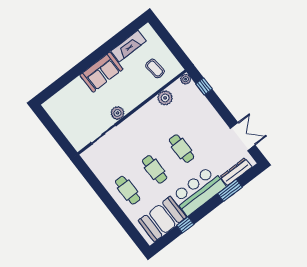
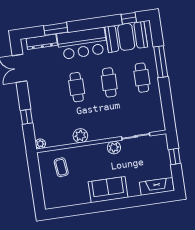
fireplace: (129, 46) -> (157, 186), moved
window: (204, 86) -> (27, 117), moved
plant: (165, 98) -> (80, 136), moved
window: (58, 136) -> (175, 156), added
window: (119, 214) -> (161, 62), added
window: (185, 225) -> (129, 18), moved

